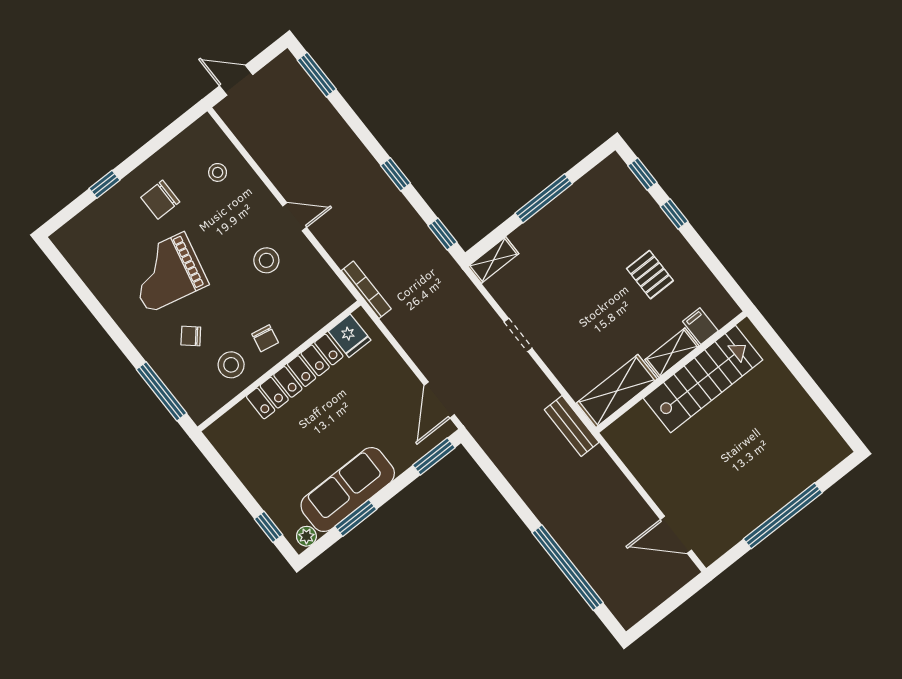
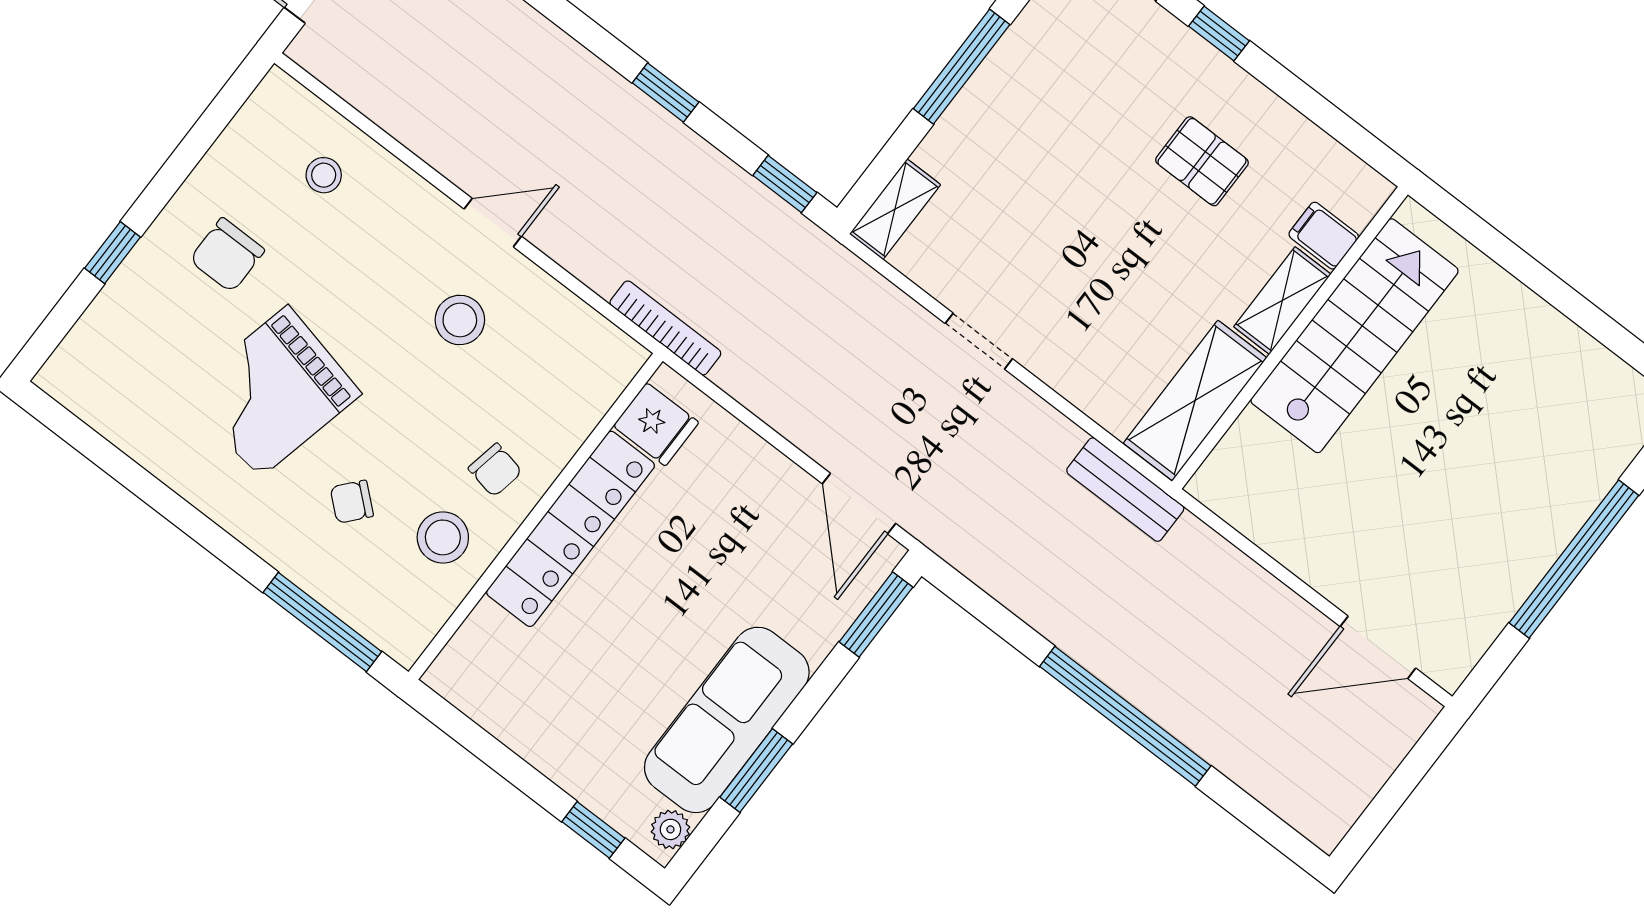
window: (568, 568) -> (1125, 716), moved

